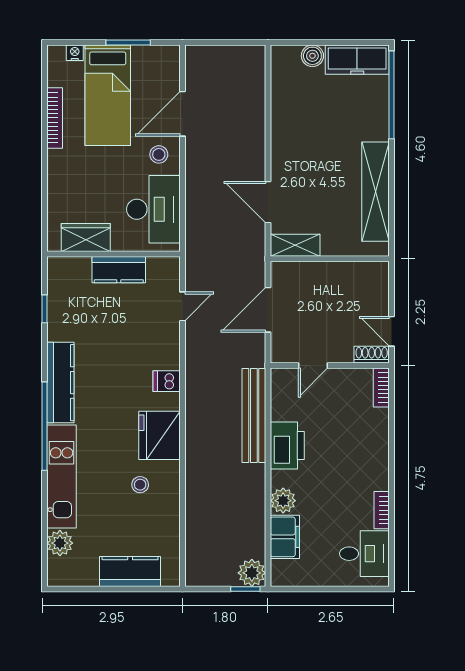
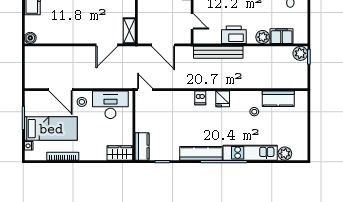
boiler: (312, 56) -> (30, 38), moved
wardrobe: (86, 237) -> (120, 153), moved, turned 90
kitchen counter: (119, 270) -> (142, 146), moved
door: (182, 306) -> (145, 90), moved
fridge: (159, 435) -> (223, 99), width x0.53, depth x0.75
kitchen counter: (130, 571) -> (278, 99), moved, turned -90

